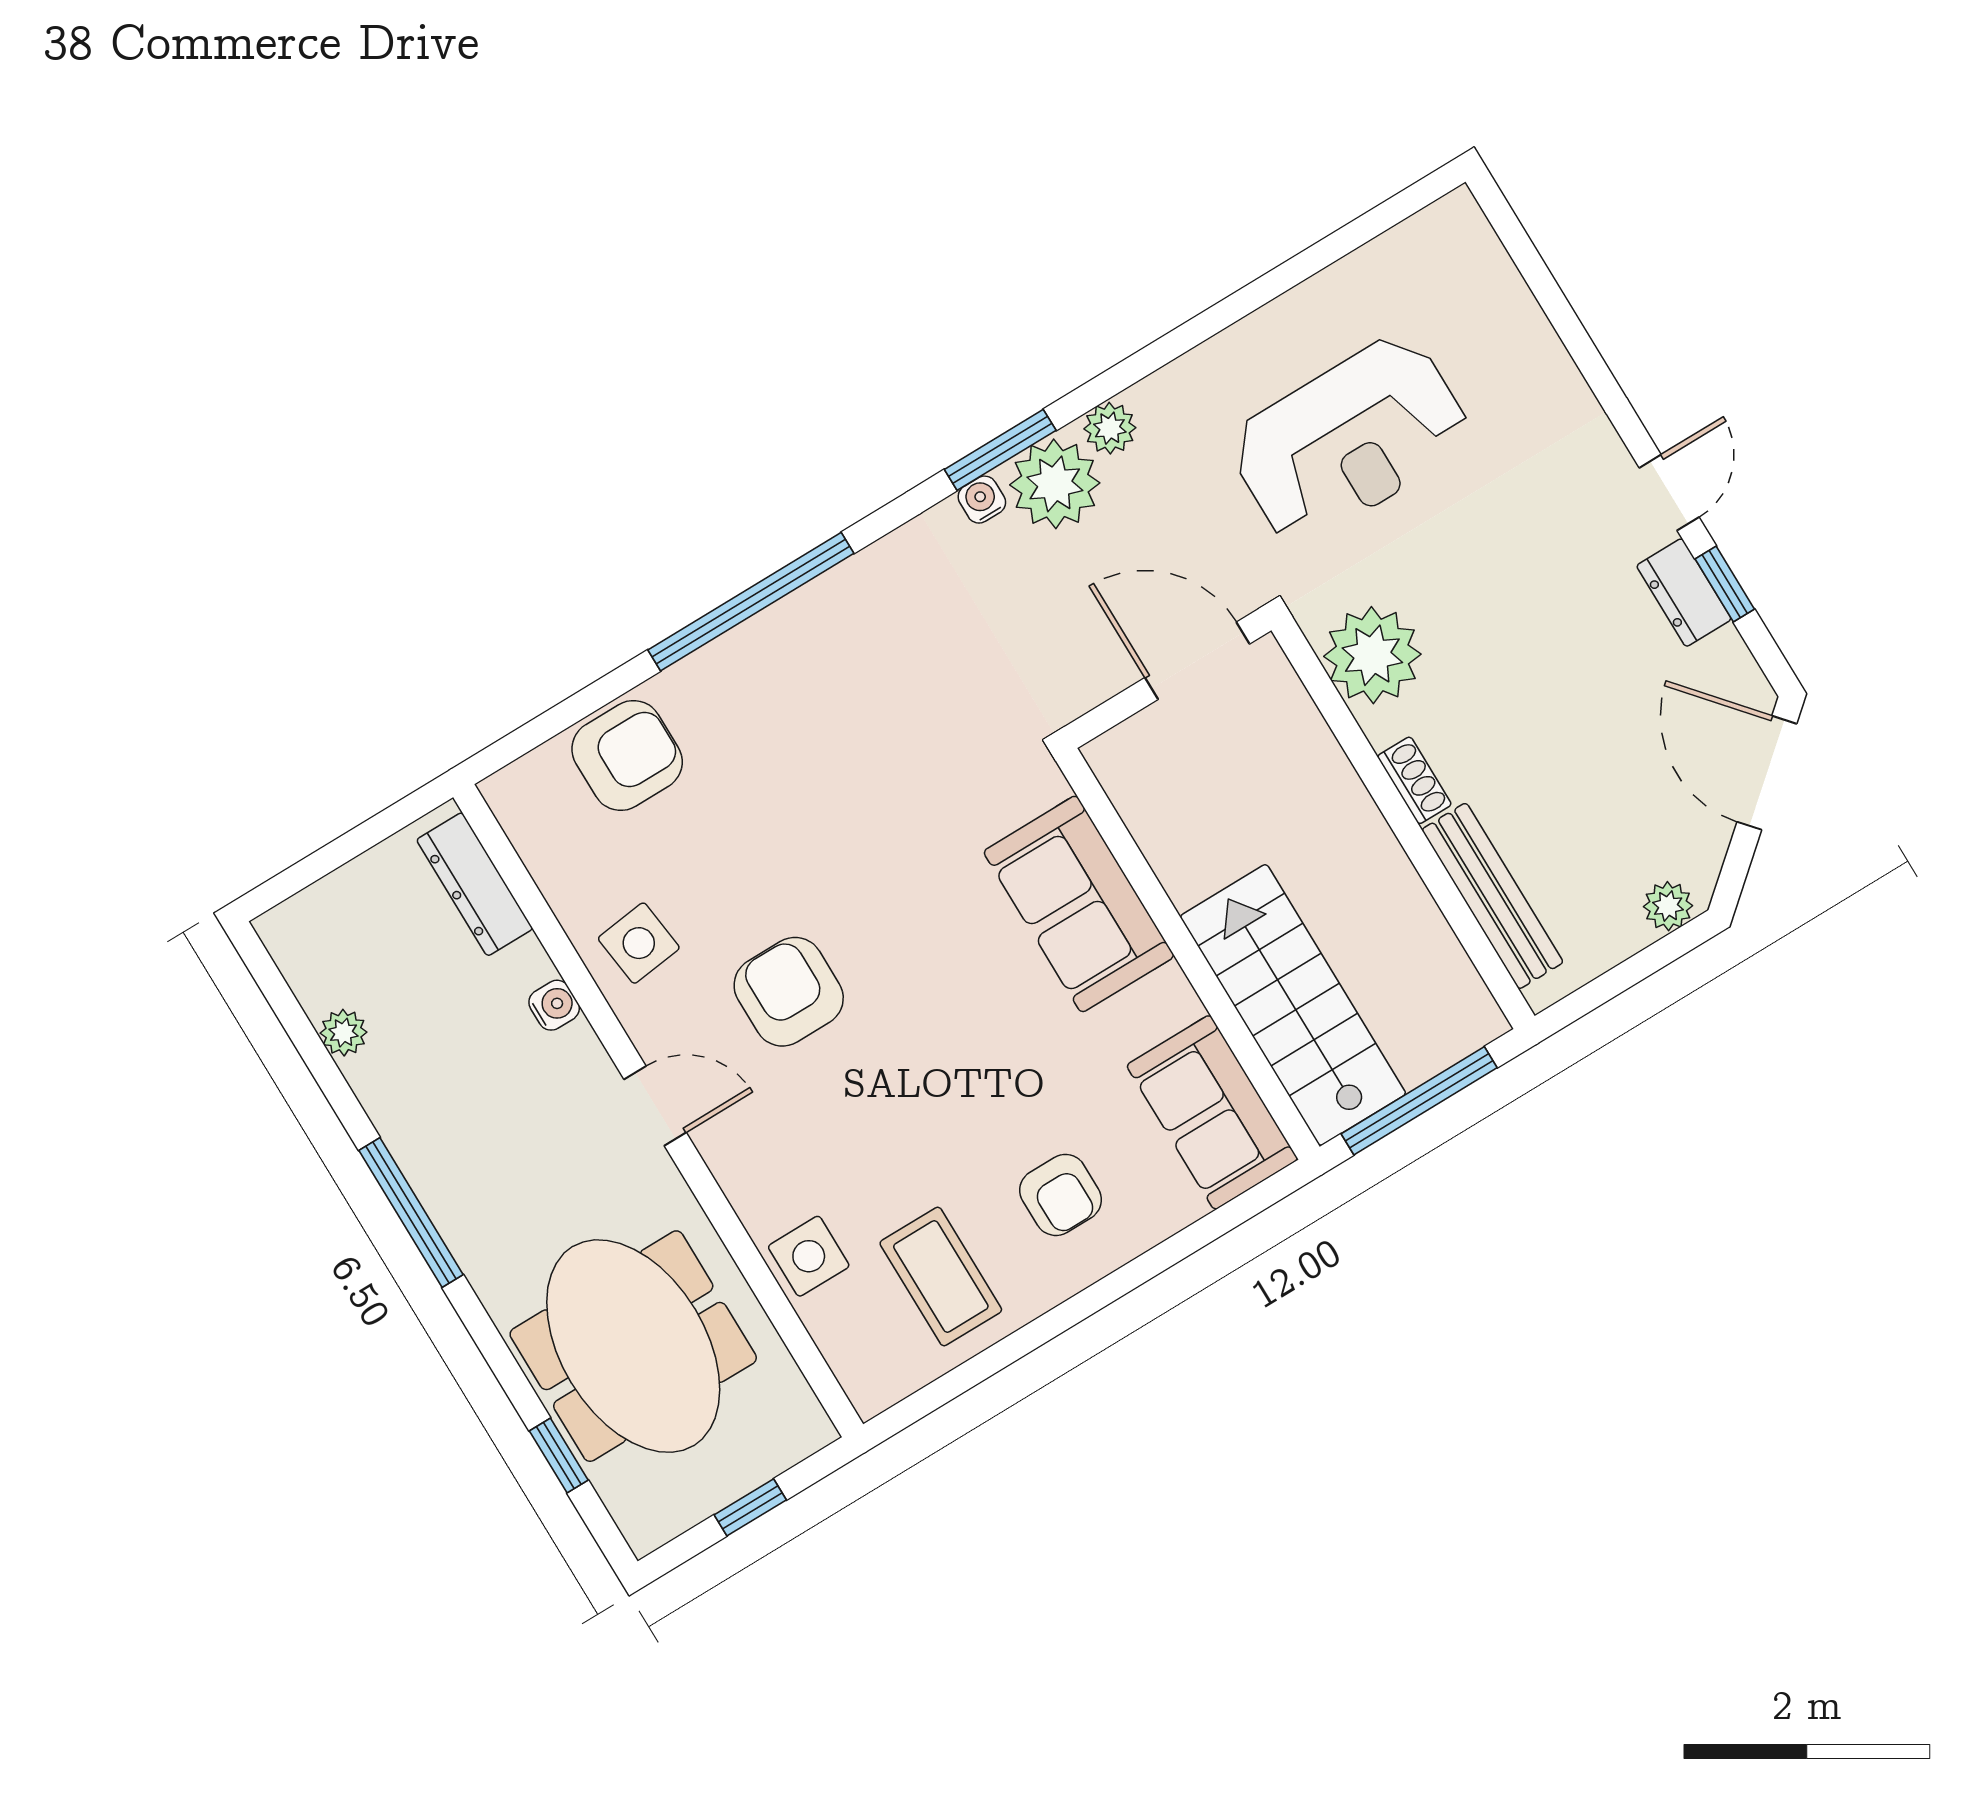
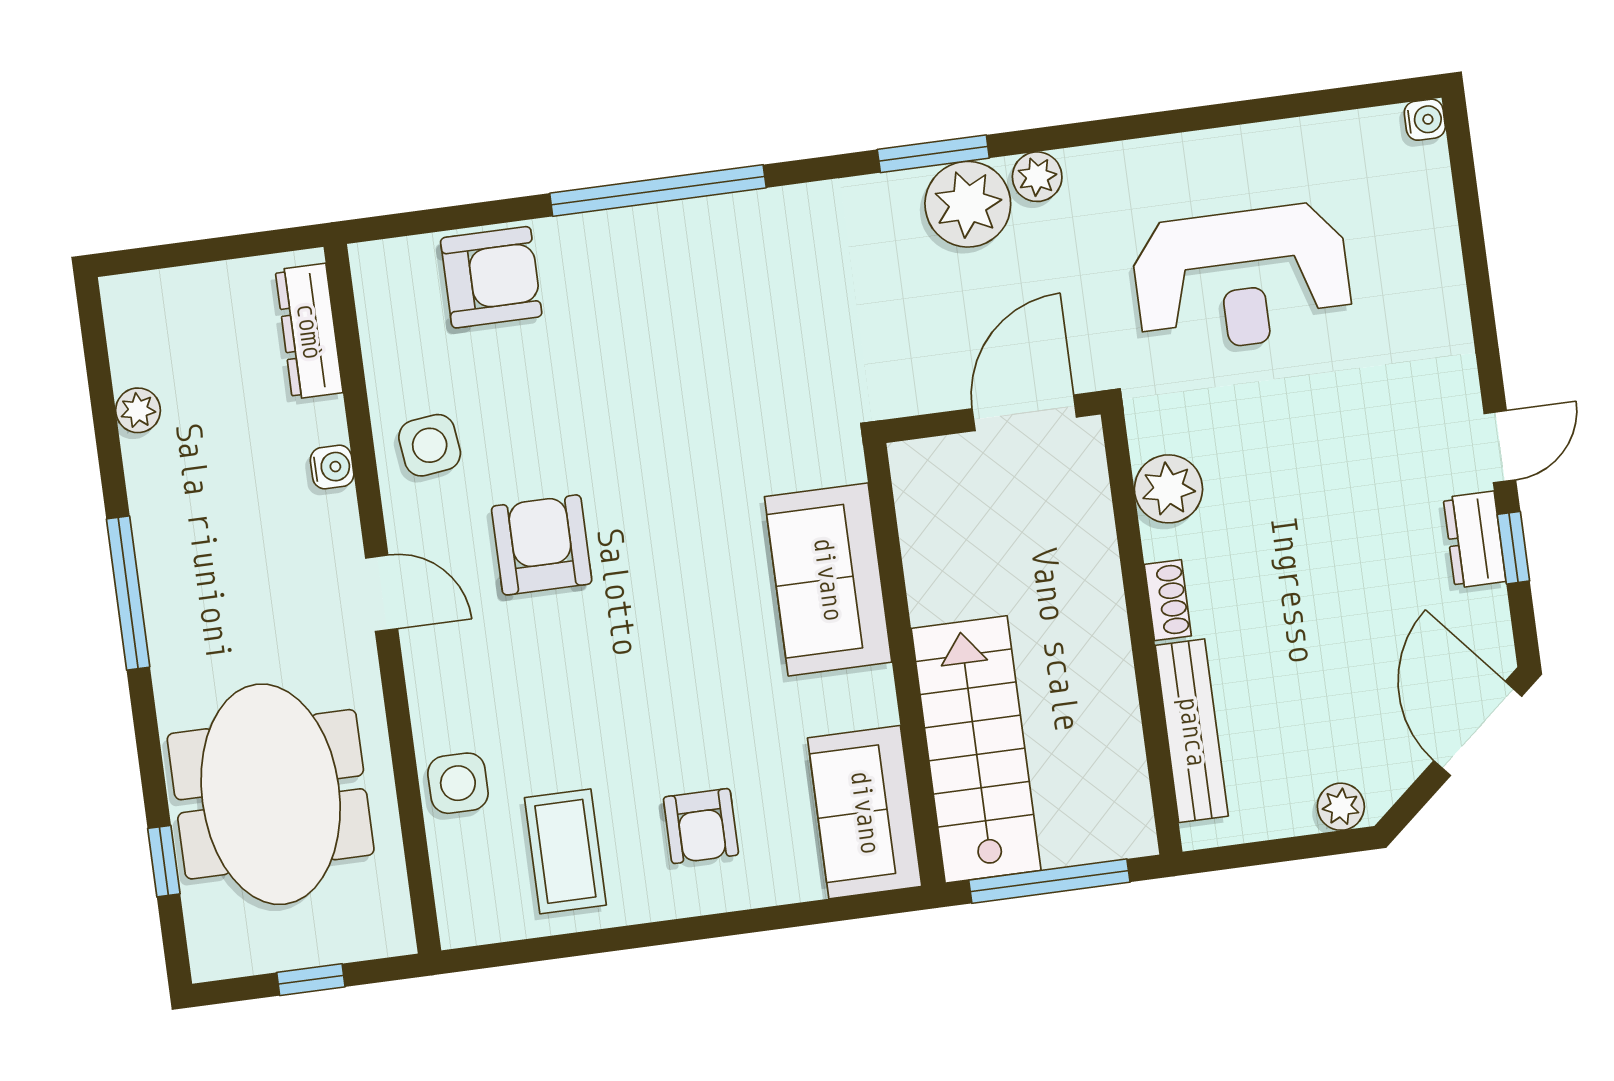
water cooler: (982, 500) -> (1425, 120), moved, turned 90
plant: (1372, 655) -> (1168, 489), width x0.73, depth x0.73
door: (1197, 661) -> (1024, 413), hinge flipped

